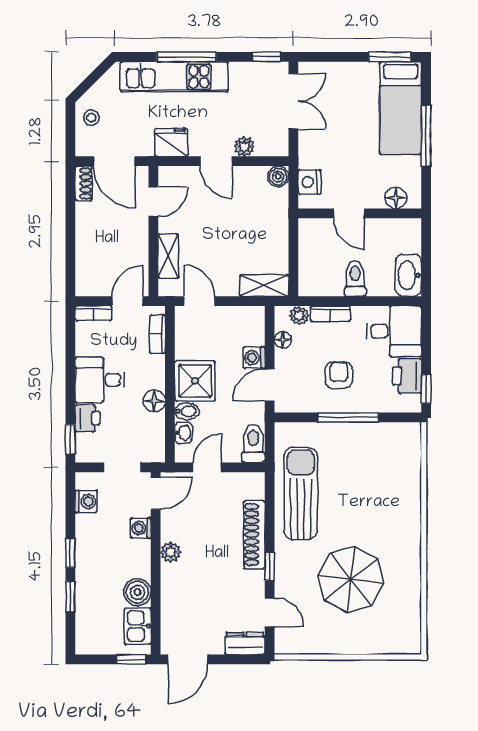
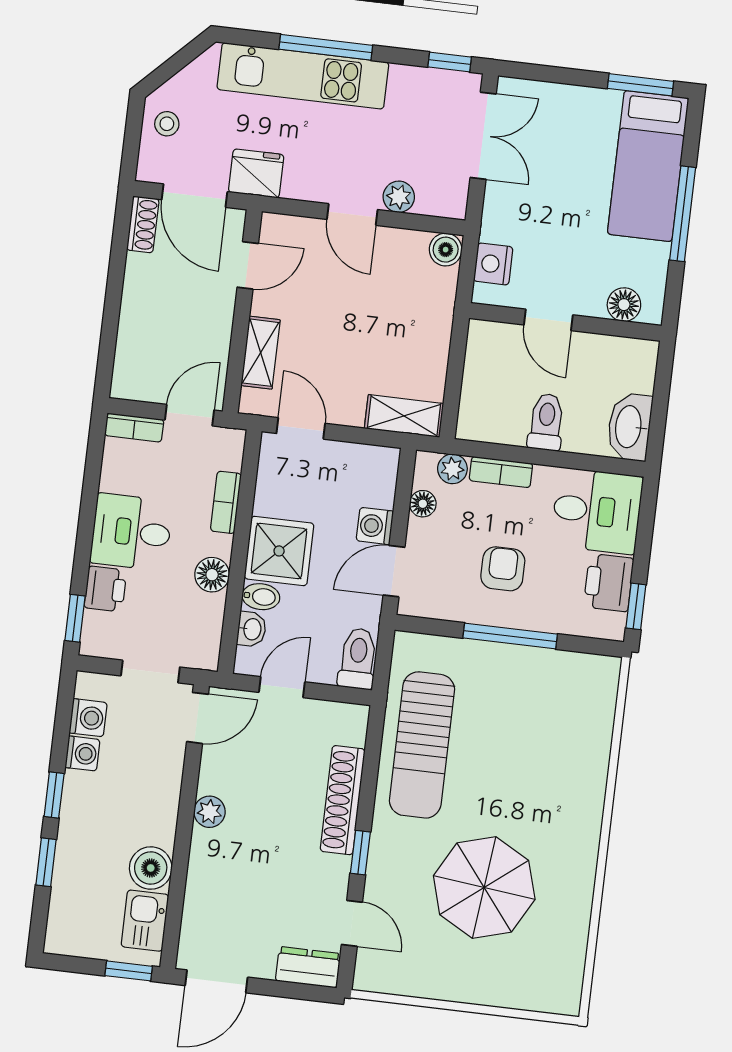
fridge: (171, 142) -> (256, 173), moved
bookcase: (157, 334) -> (226, 502), moved
sun lounger: (301, 493) -> (422, 745), turned 180
washing machine: (141, 528) -> (82, 753), moved, turned 180

